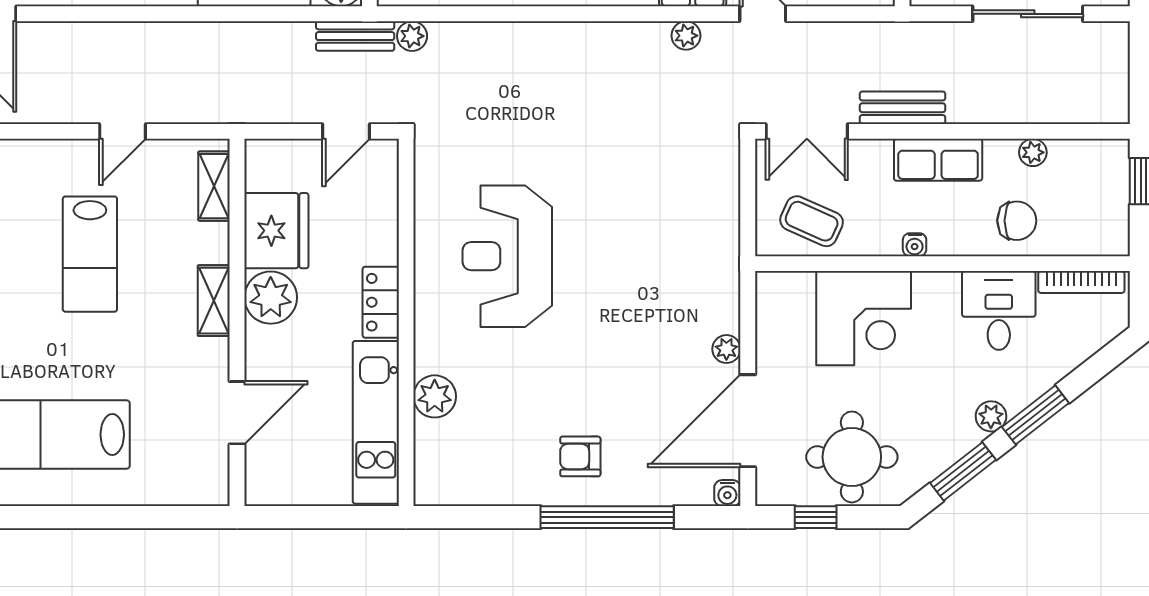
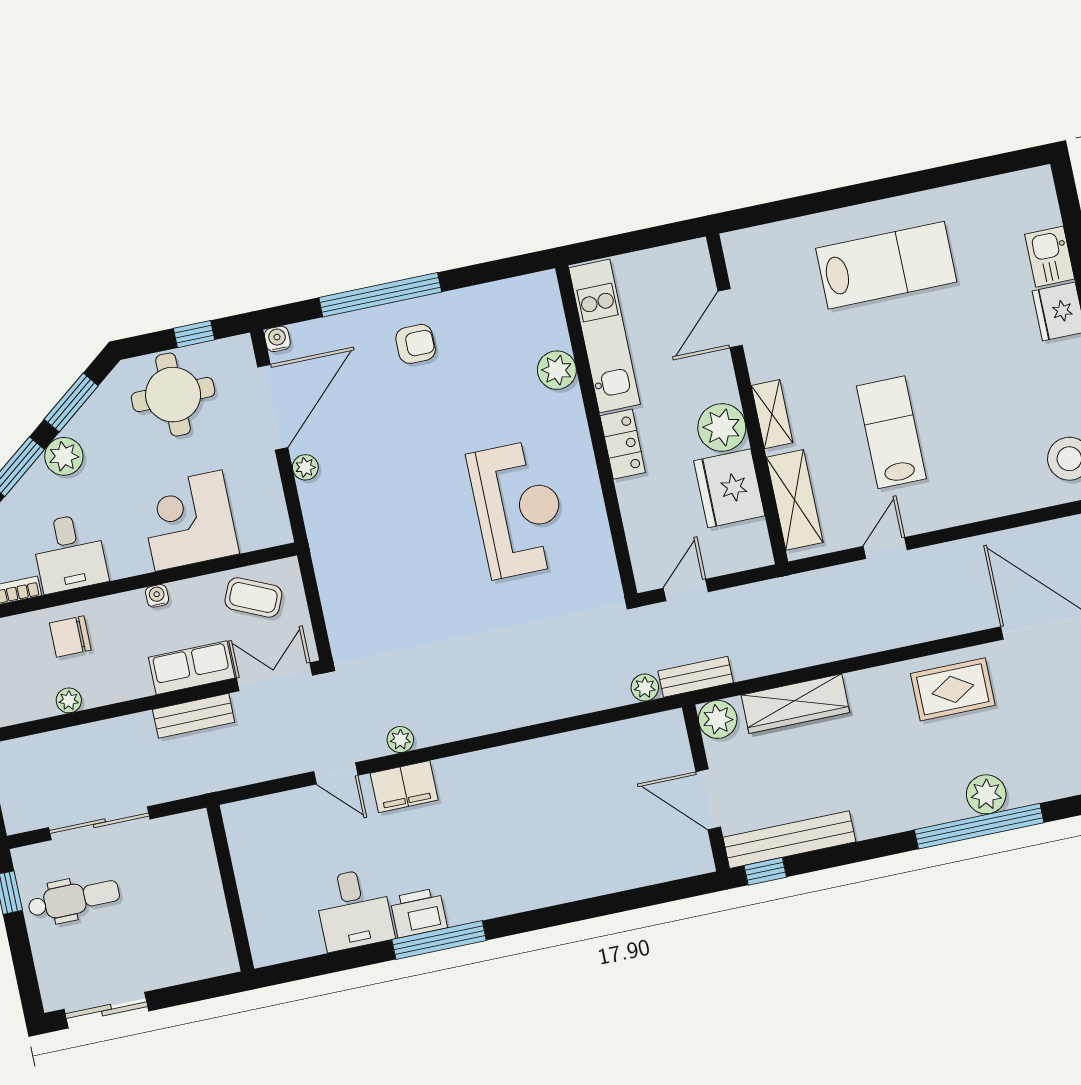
row of seats: (938, 160) -> (192, 668), moved
shelving: (214, 186) -> (795, 500), width x1.50, depth x1.33
plant: (991, 416) -> (64, 456), width x1.38, depth x1.38

